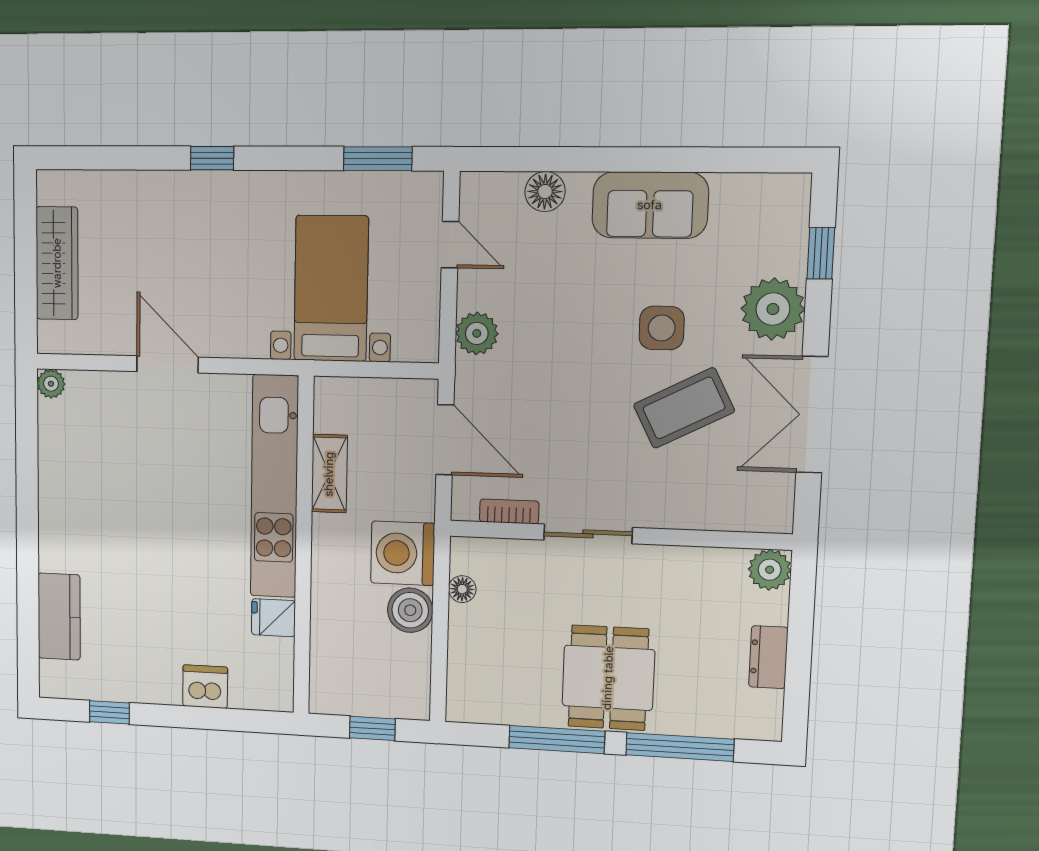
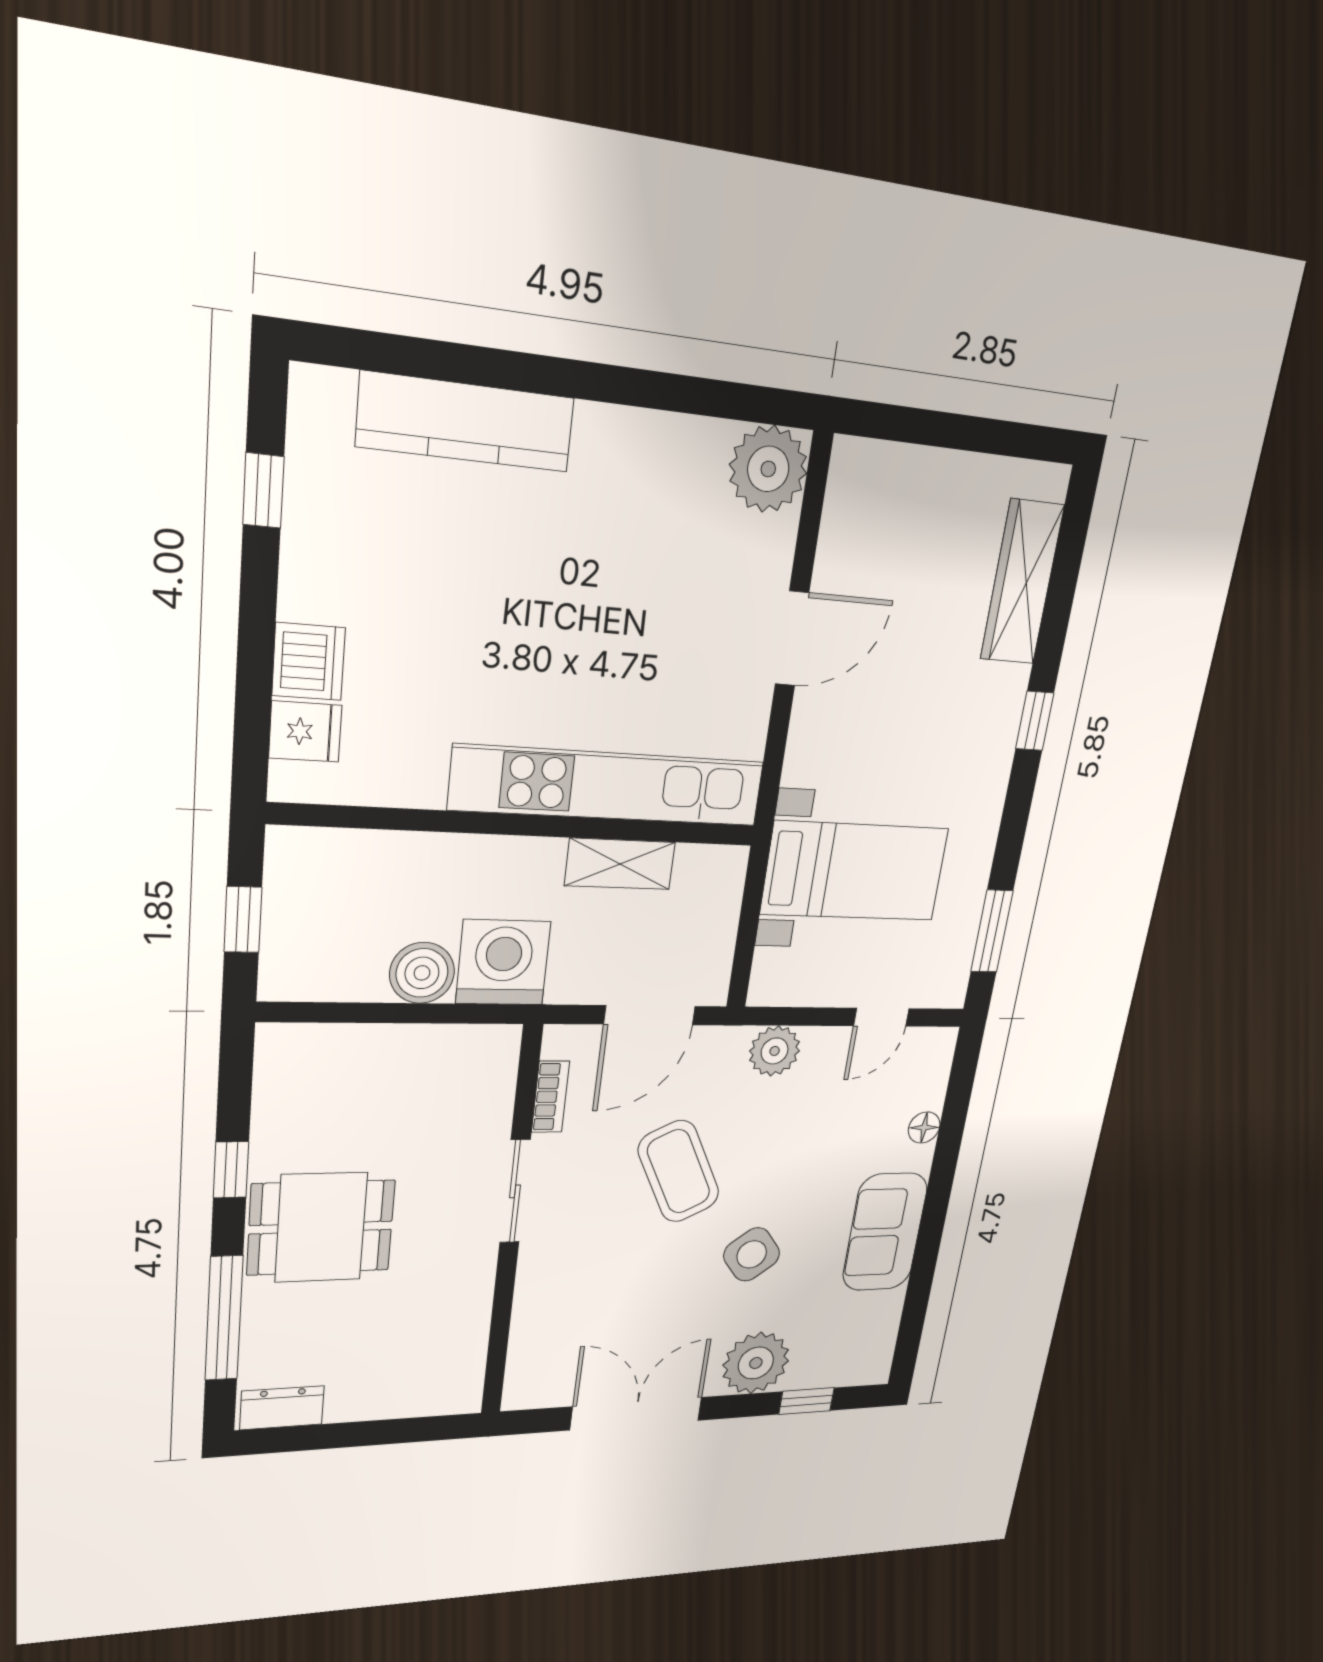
floor lamp: (545, 192) -> (924, 1128), width x0.73, depth x0.73
wardrobe: (57, 263) -> (1022, 582), moved, turned 90
side table: (662, 328) -> (752, 1254), turned -38
plant: (51, 384) -> (768, 469), width x1.88, depth x1.88
coffee table: (684, 408) -> (679, 1171), moved
plant: (770, 570) -> (458, 1393), removed
floor lamp: (462, 589) -> (449, 1041), removed
kitchen counter: (59, 617) -> (466, 422), width x1.50
fridge: (273, 618) -> (305, 732), moved, turned 90
dresser: (768, 657) -> (282, 1408), moved
window: (557, 740) -> (231, 1170), width x0.46

